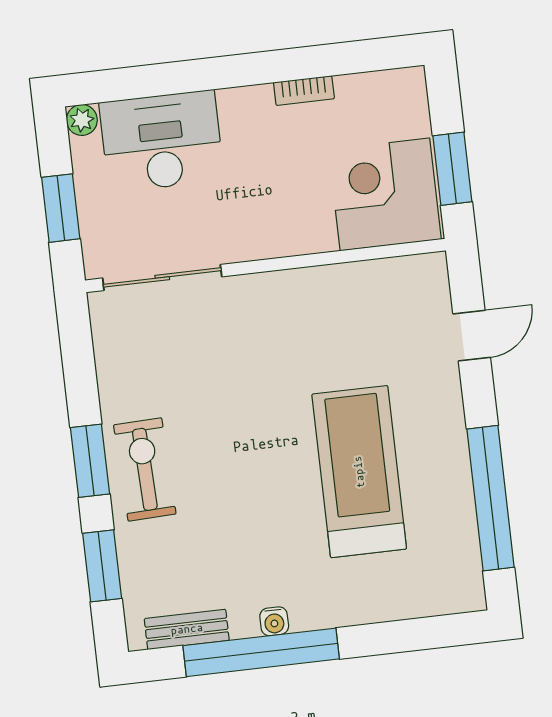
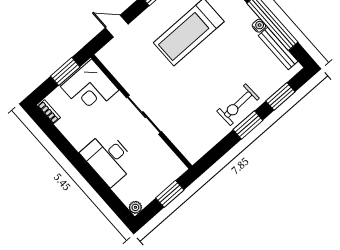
bookcase: (304, 90) -> (49, 112), moved
desk: (162, 141) -> (109, 158), moved
sliding door: (162, 277) -> (144, 115), moved
bench: (187, 629) -> (278, 49), width x1.36

